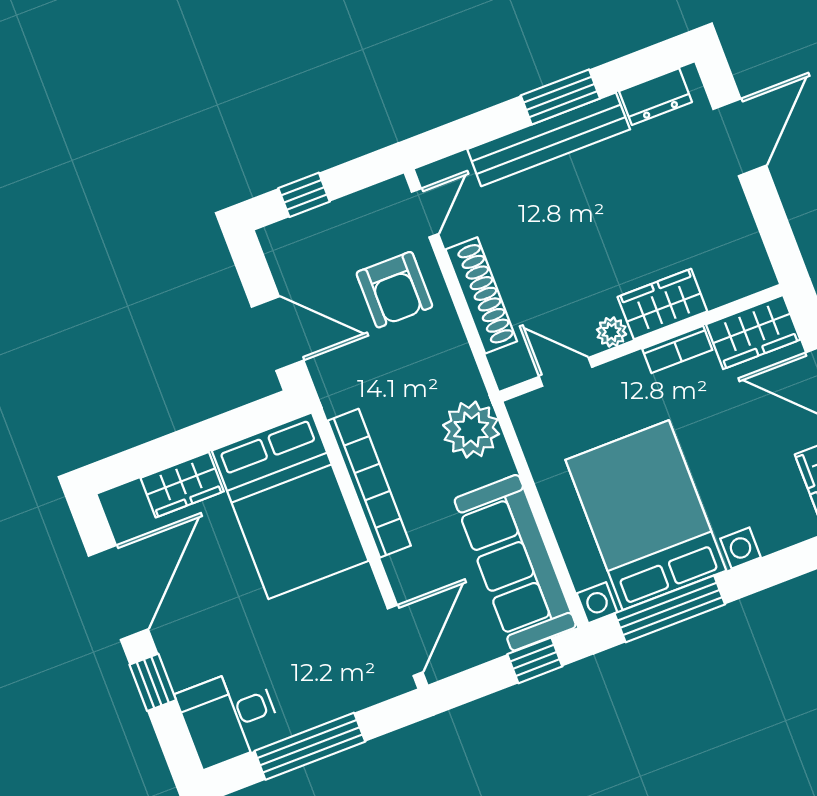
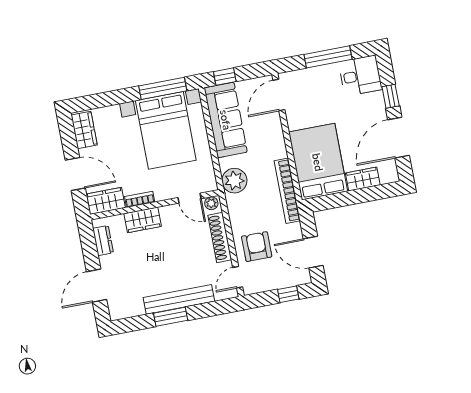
dresser: (655, 97) -> (103, 241), moved, turned 90
plant: (612, 332) -> (211, 203), moved
door: (278, 334) -> (313, 252), moved
bookcase: (369, 483) -> (287, 191), moved

